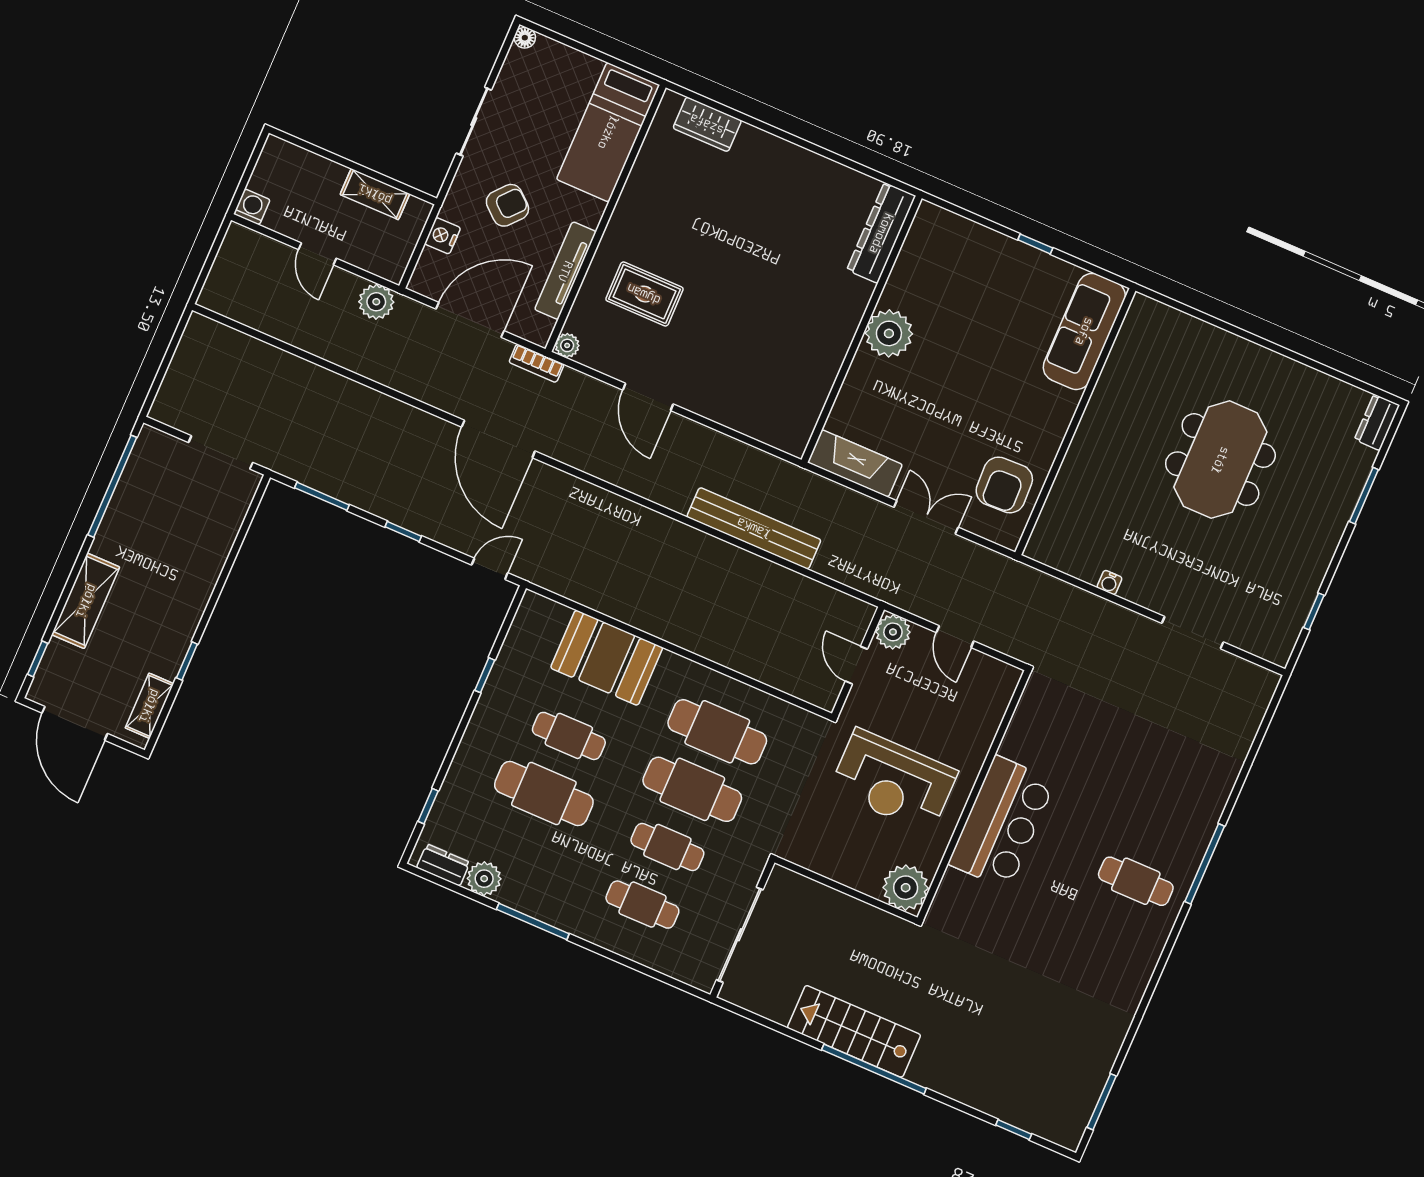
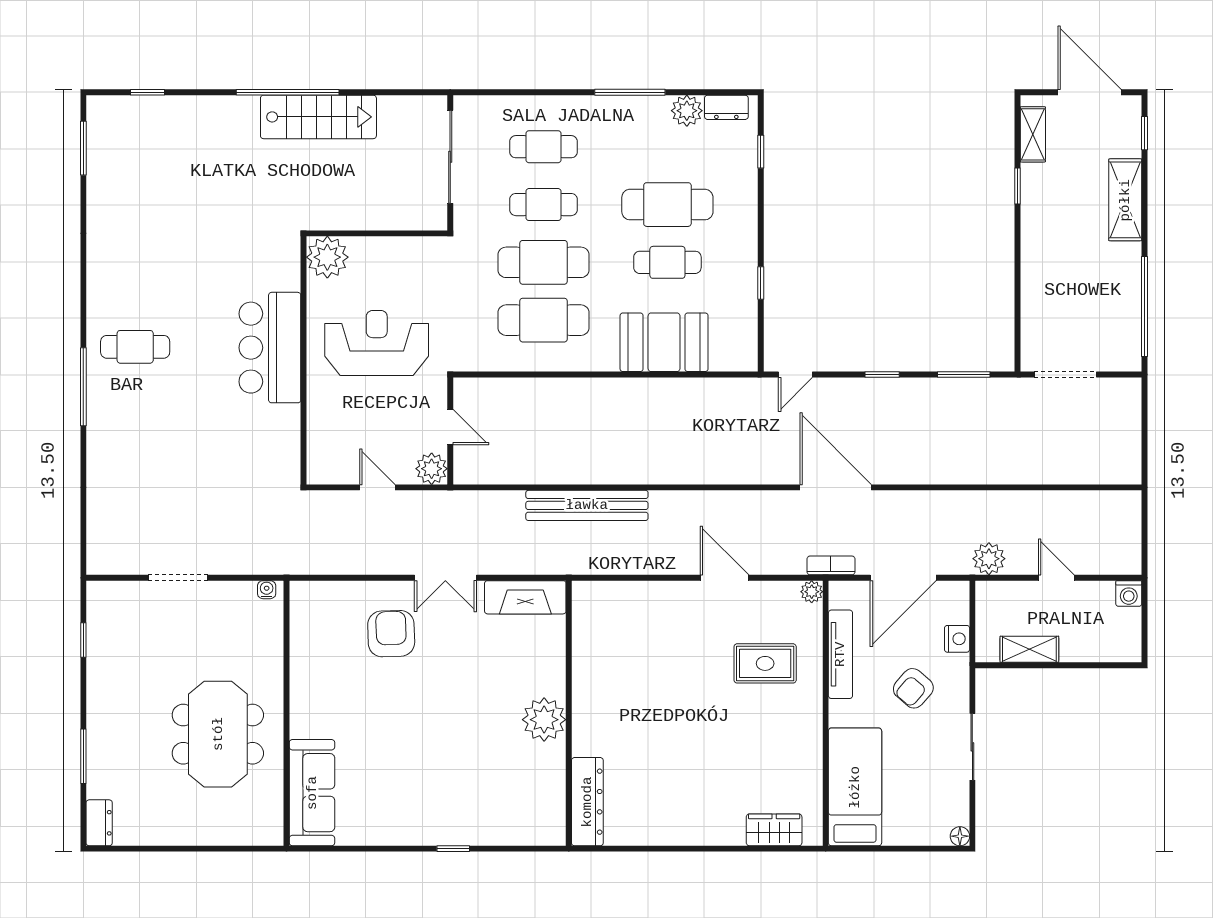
sofa: (1084, 331) -> (312, 793), moved
wall: (1075, 422) -> (287, 713), moved

